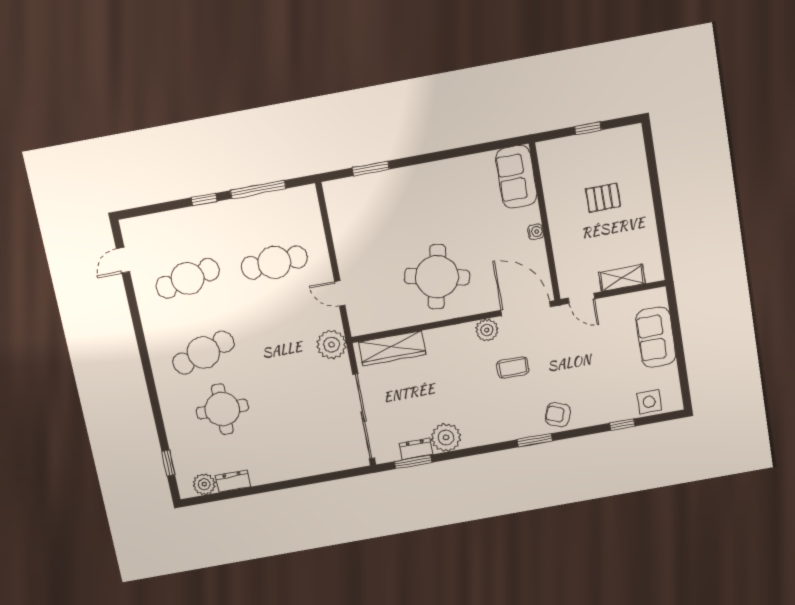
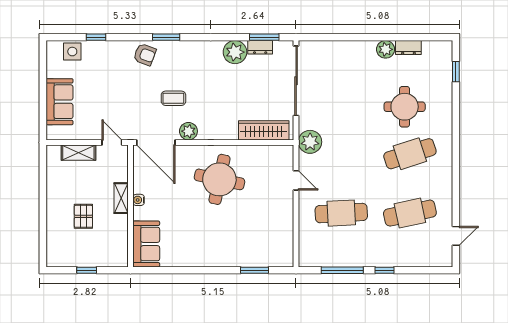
pallet: (603, 198) -> (83, 216), turned 90
shelving: (558, 230) -> (121, 198), added
plant: (204, 484) -> (386, 49), moved

